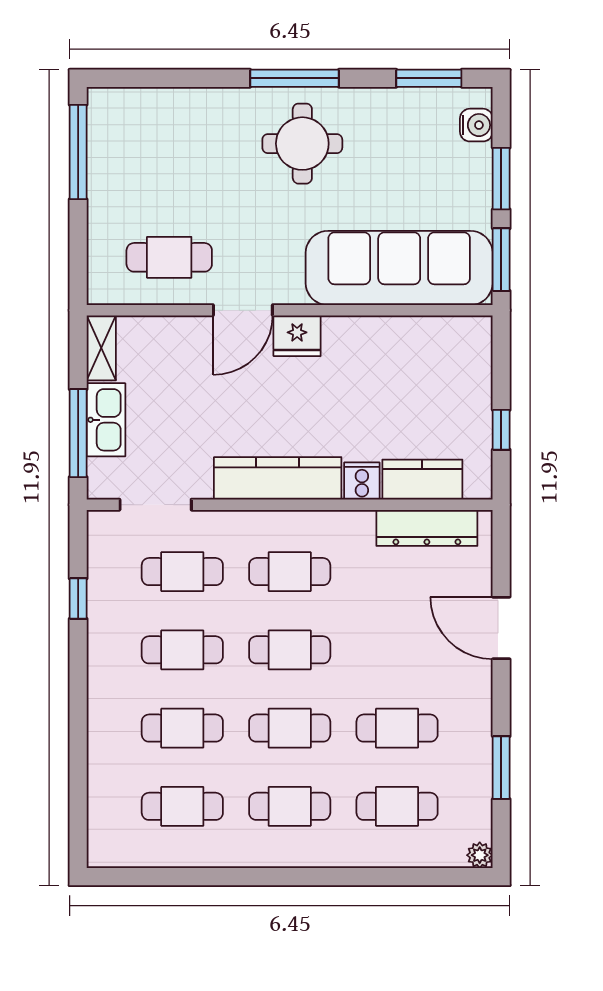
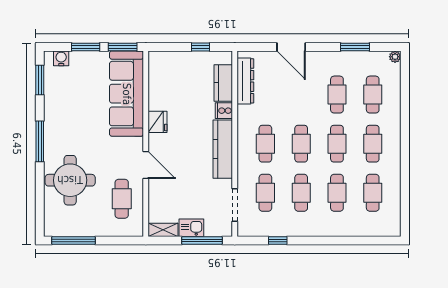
round table: (302, 144) -> (70, 180), moved, width x1.36, depth x1.36
fridge: (297, 336) -> (157, 122), moved
kitchen sink: (106, 420) -> (191, 228), width x0.73
door: (501, 628) -> (291, 47), hinge flipped

